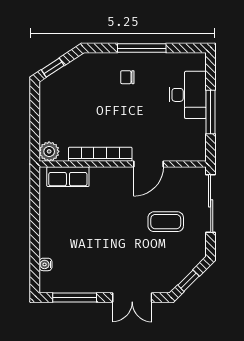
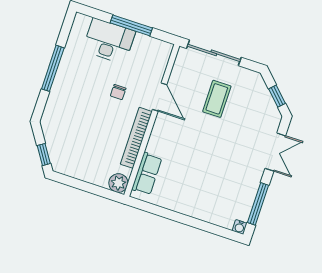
chair: (127, 77) -> (118, 92), moved
water cooler: (46, 264) -> (240, 227), moved

